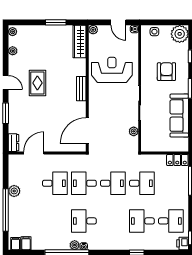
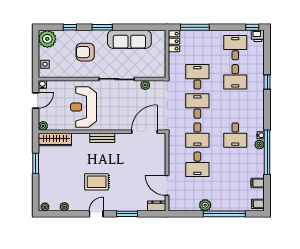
door: (87, 131) -> (144, 132), swing flipped
desk: (55, 183) -> (197, 164), turned 180
filing cabinet: (26, 243) -> (258, 183), moved

